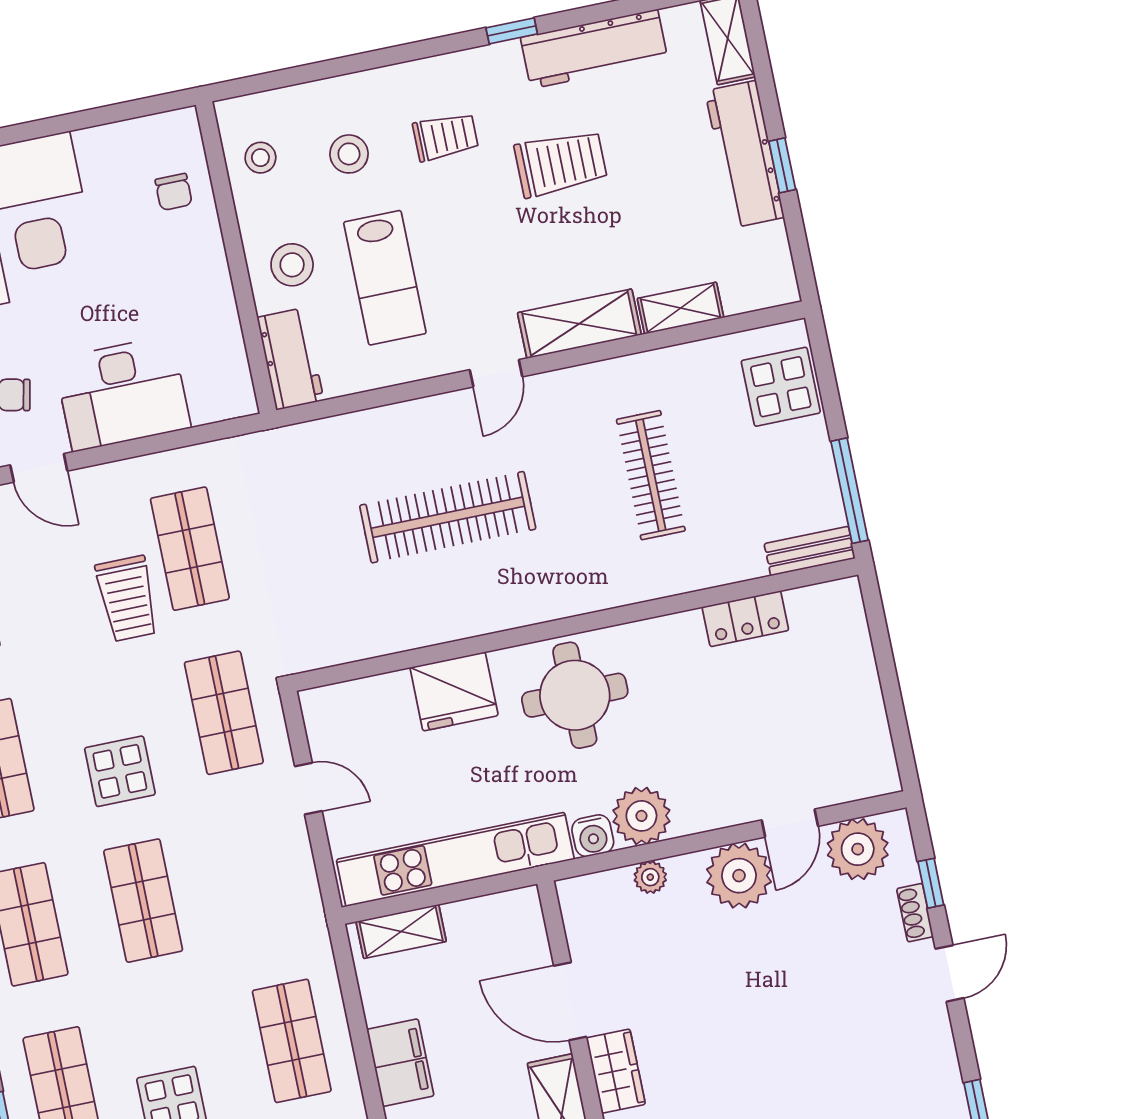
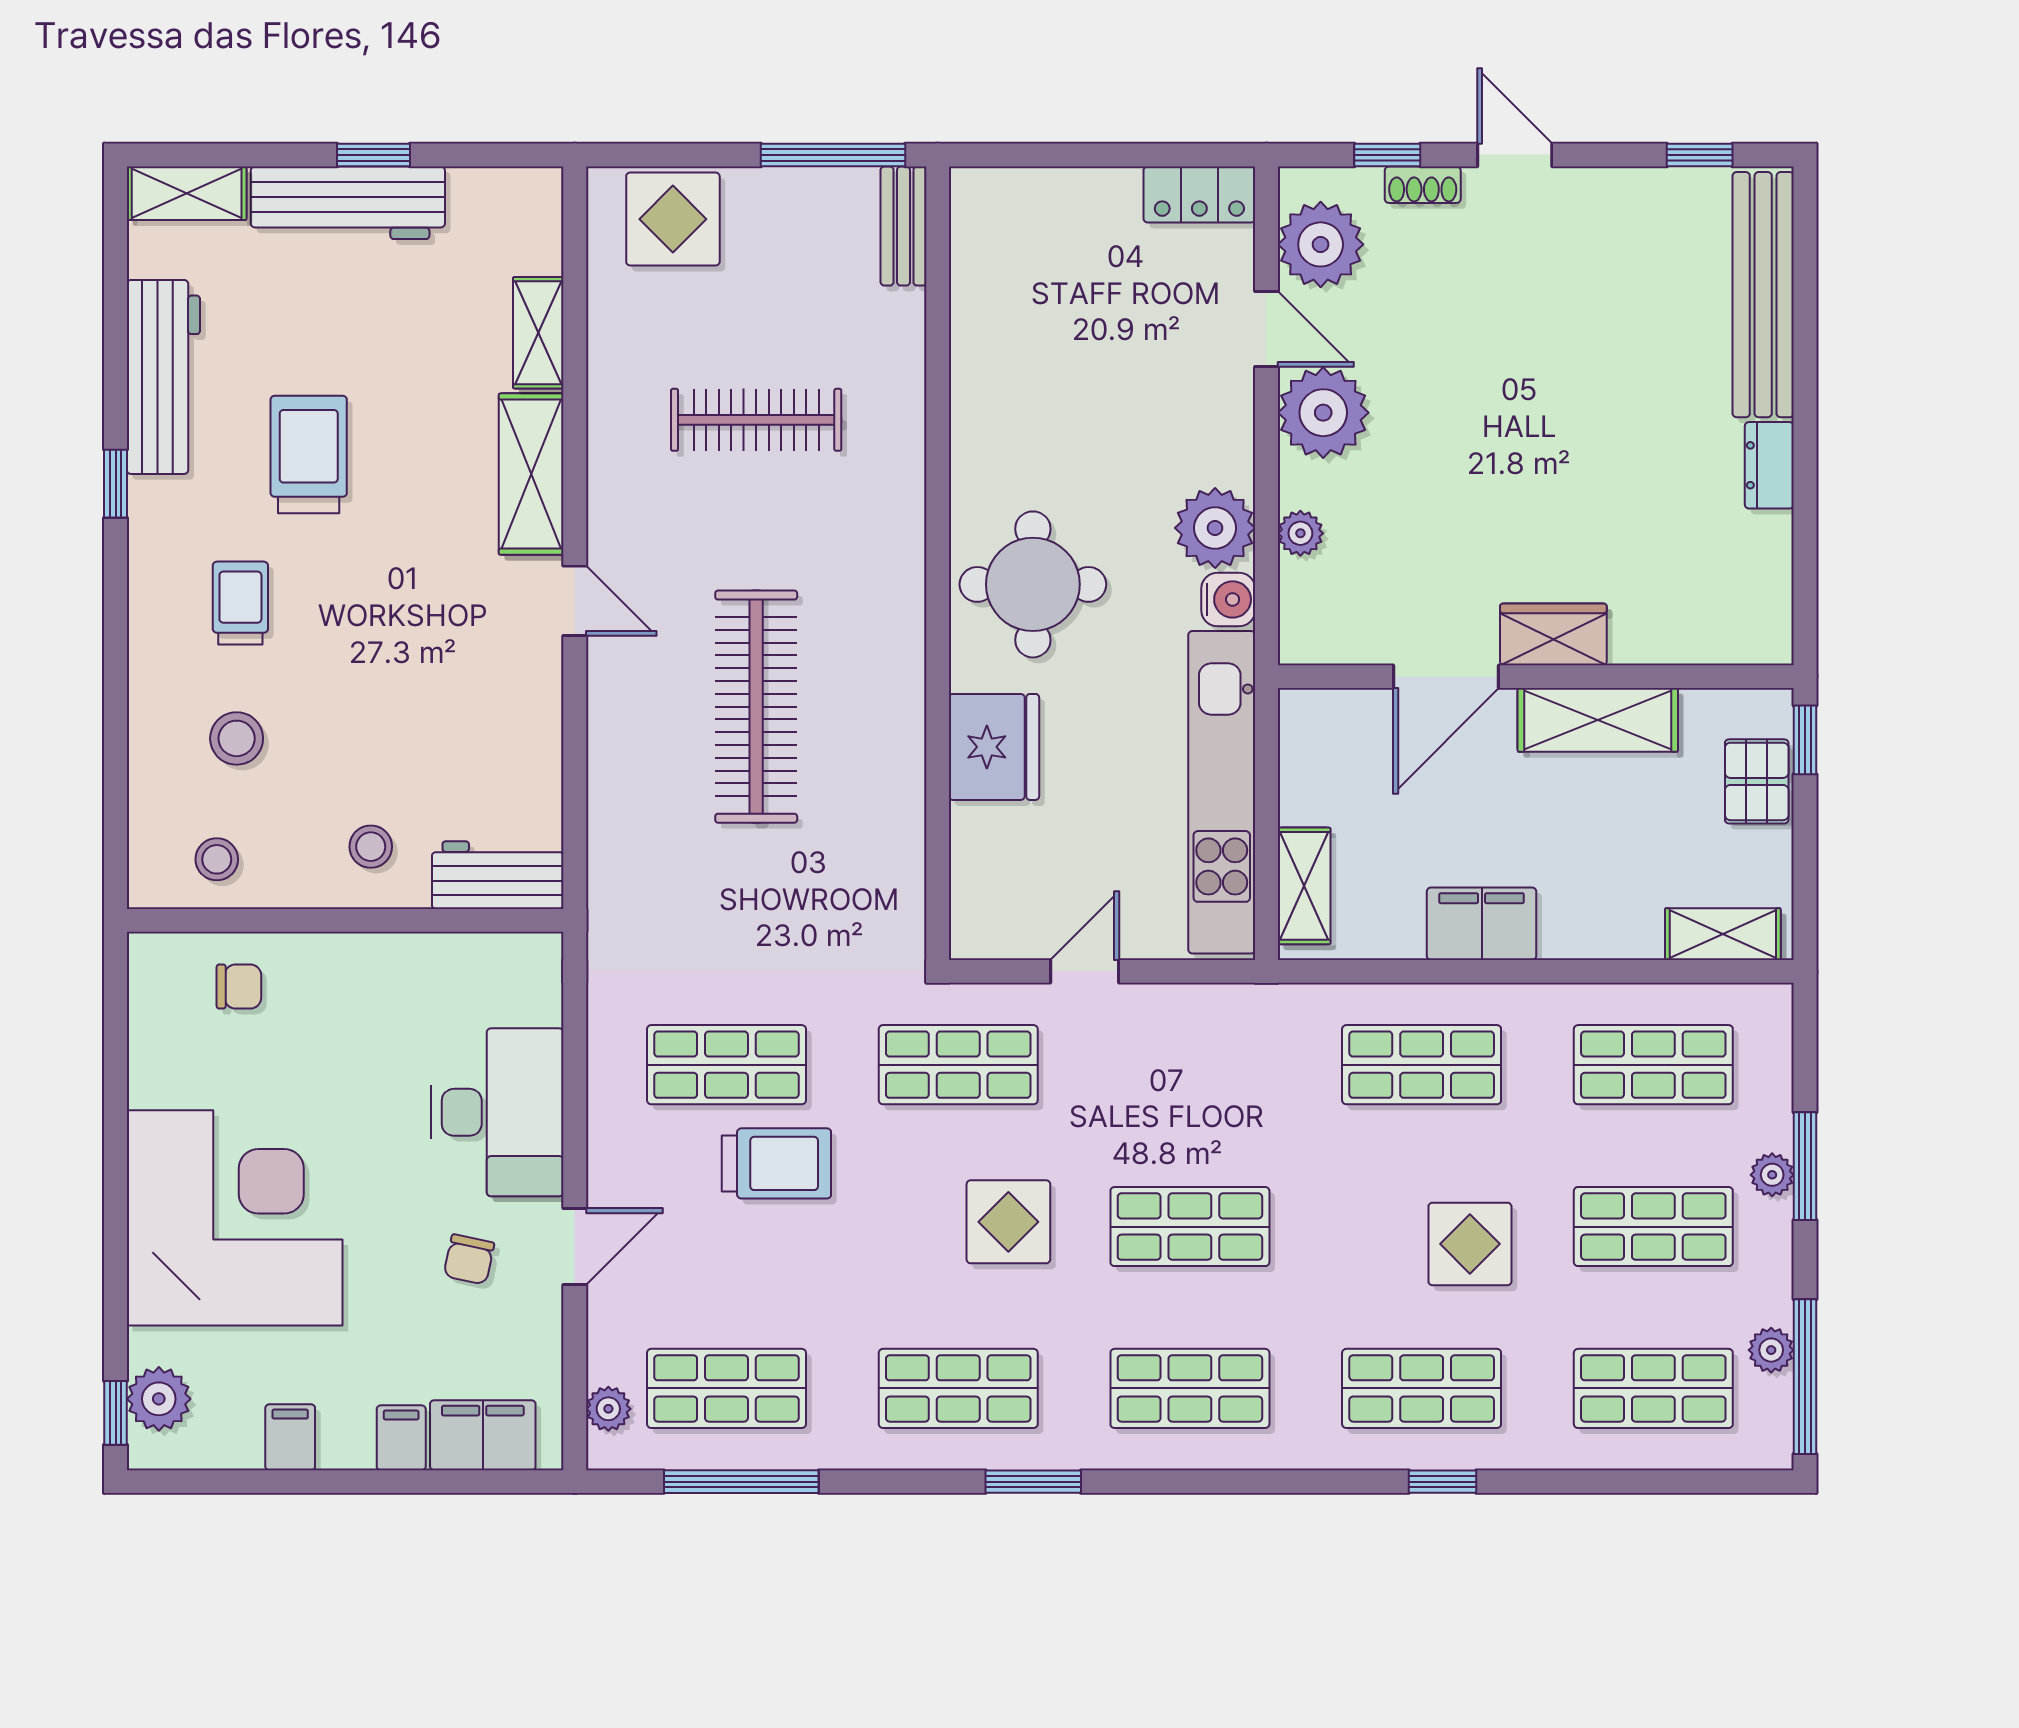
stool: (292, 265) -> (371, 847), width x0.73, depth x0.73
lab bench: (385, 278) -> (414, 725), removed
locker: (745, 619) -> (1199, 194), moved, turned 90

